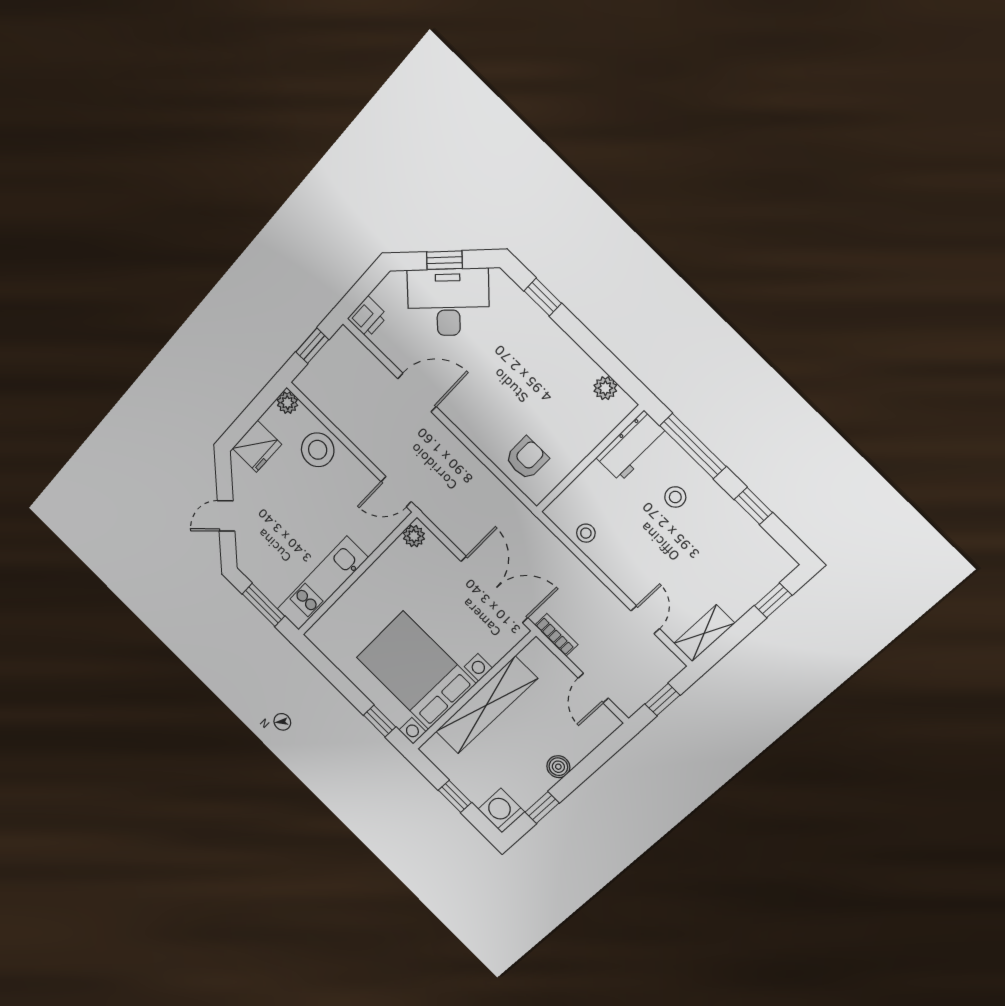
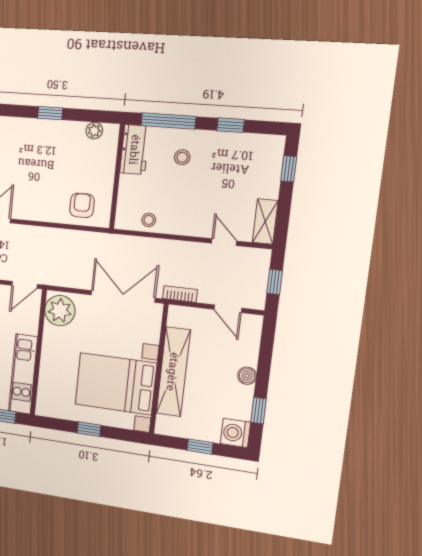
window: (543, 297) -> (50, 113), moved
plant: (414, 536) -> (60, 311), width x1.88, depth x1.88
window: (380, 721) -> (89, 429), moved

